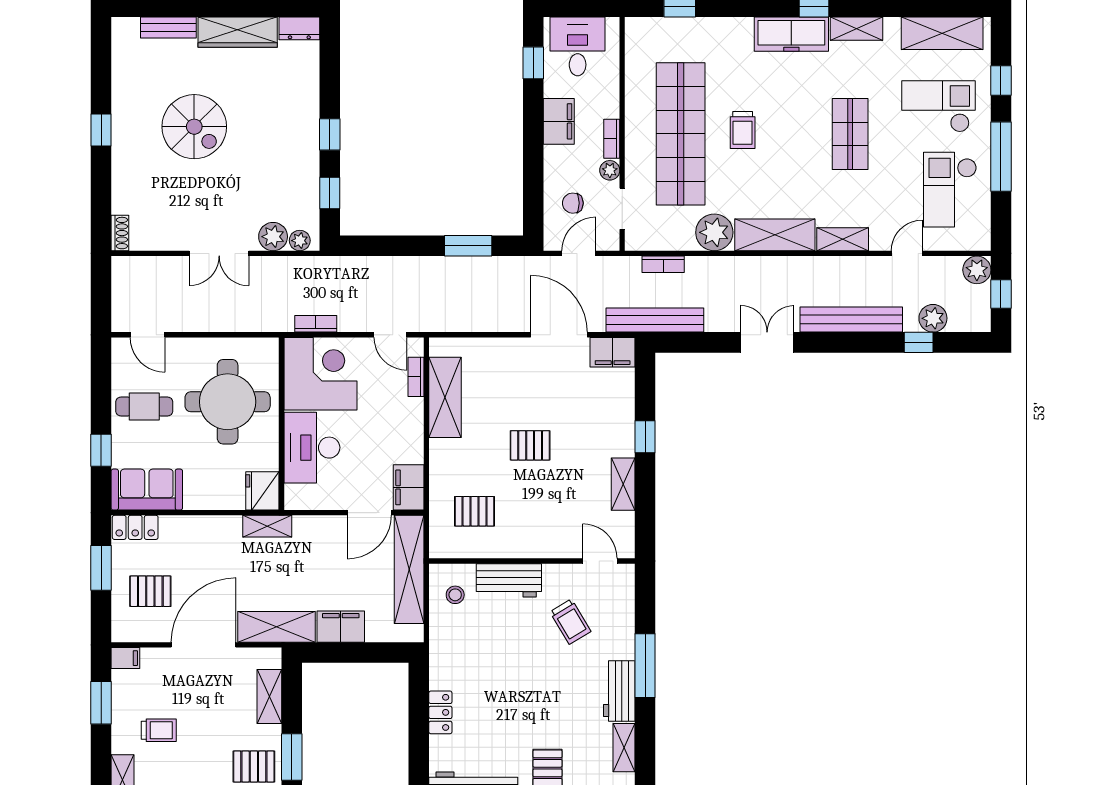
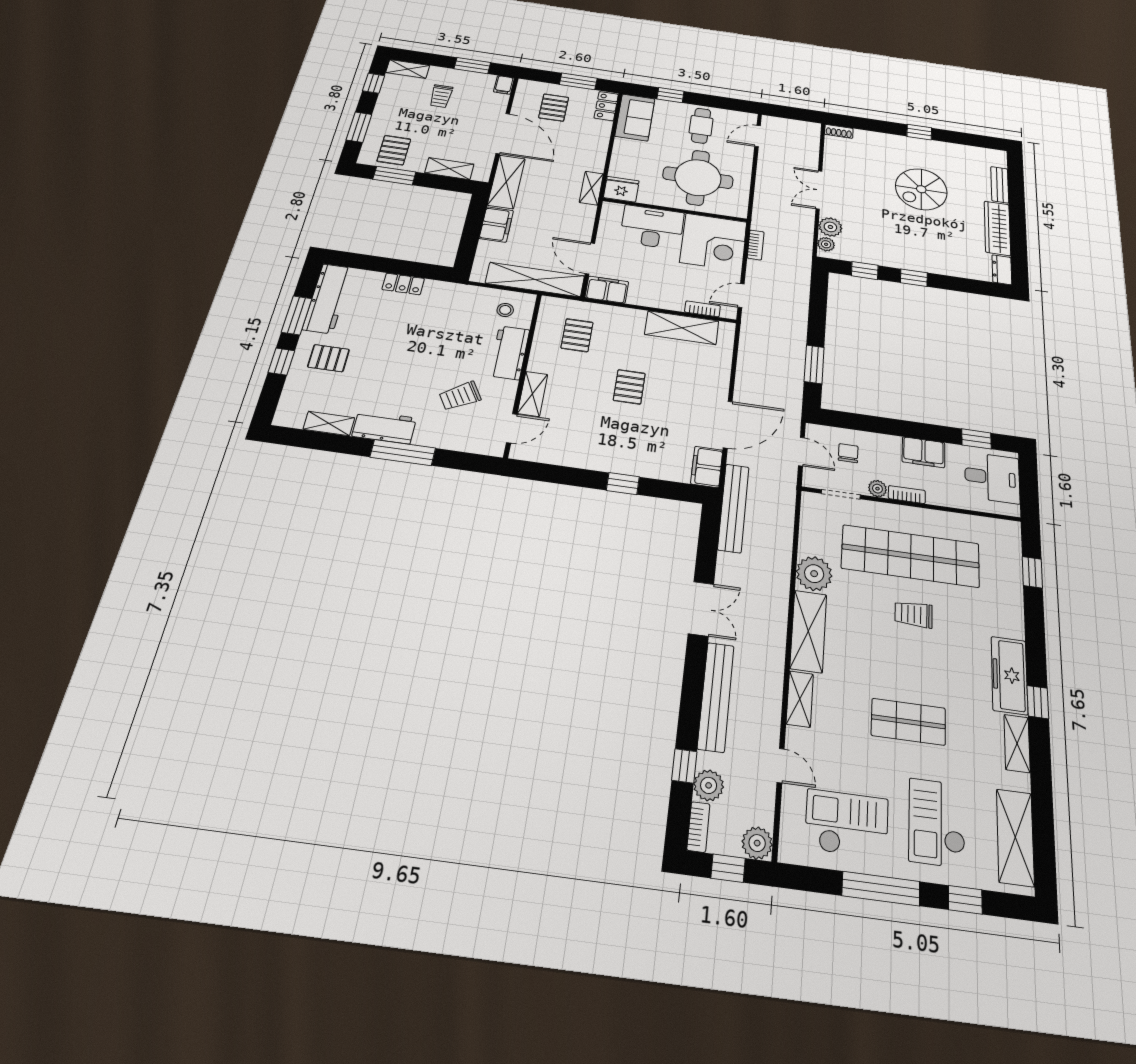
checkout: (939, 106) -> (937, 823), turned 180
bookcase: (663, 264) -> (698, 827), moved, turned 180
shelving: (623, 484) -> (533, 394), moved, turned 90

